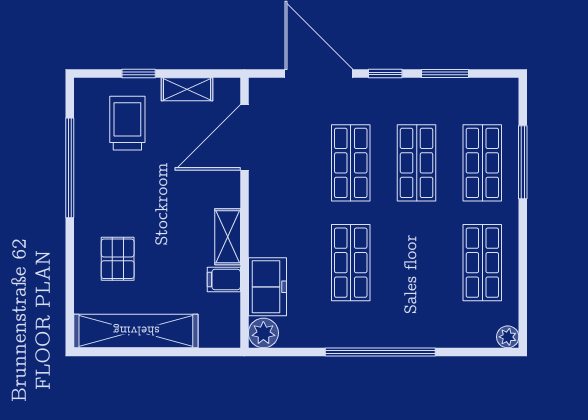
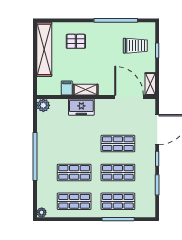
shelving: (187, 89) -> (150, 84), moved
shop shelf: (351, 263) -> (74, 172), moved
freezer: (267, 287) -> (81, 107), moved

